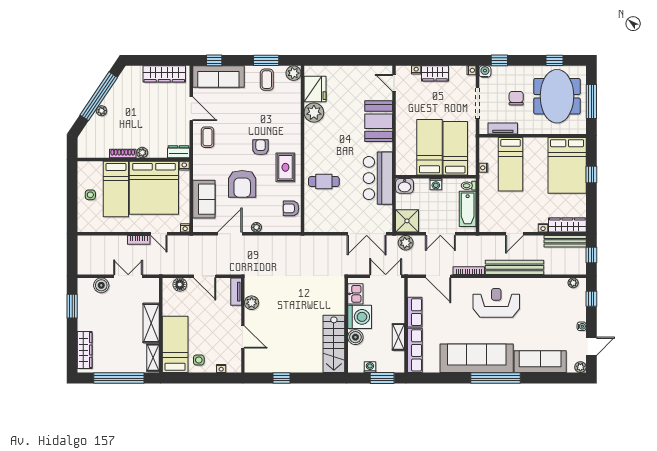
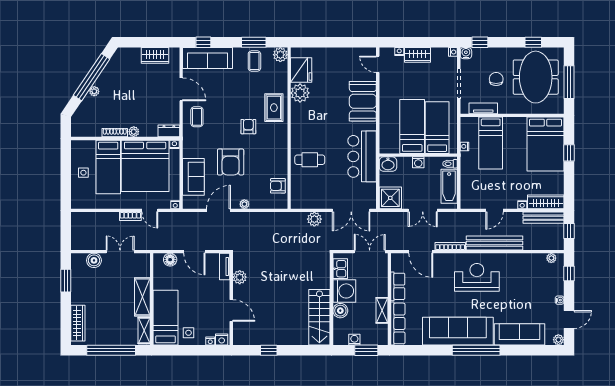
wardrobe: (164, 74) -> (155, 55), width x0.67
rug: (285, 167) -> (274, 108), moved
plant: (406, 243) -> (314, 219), moved
nightstand: (233, 367) -> (222, 340), added

